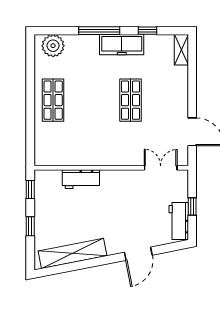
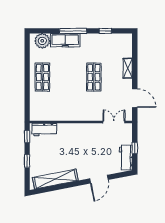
freezer: (122, 45) -> (65, 40), moved
shelving: (181, 50) -> (128, 68), moved
workbench: (81, 179) -> (44, 130), moved

